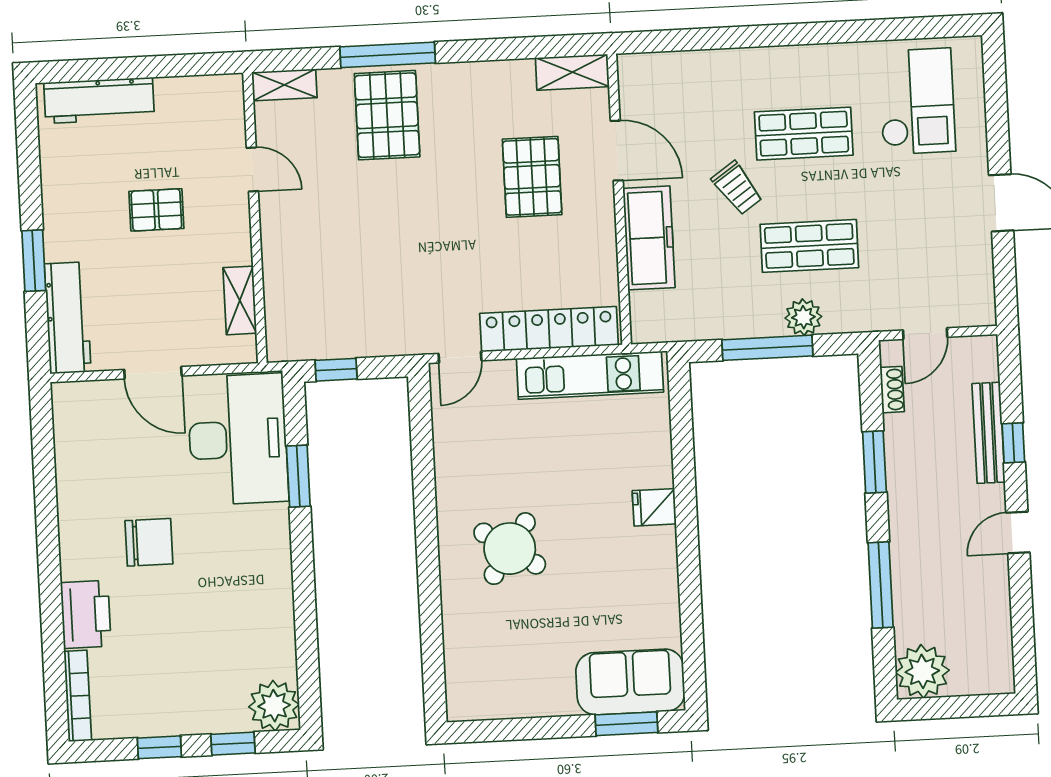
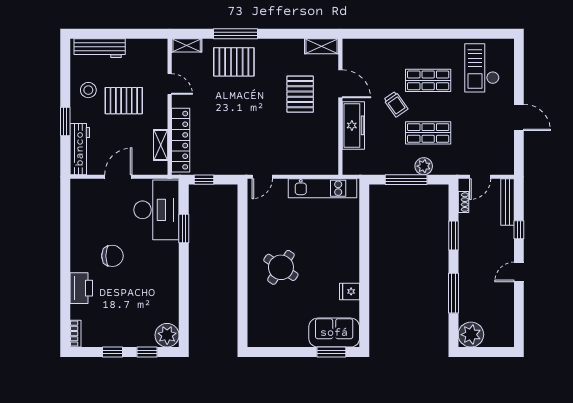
checkout: (917, 101) -> (482, 68), turned 180
pallet: (387, 115) -> (234, 62), turned 90
stool: (80, 191) -> (88, 90), added
pallet: (156, 210) -> (124, 101), width x1.50, depth x1.42
locker: (549, 329) -> (181, 140), moved, turned 90
door: (153, 373) -> (118, 177), swing flipped
bench: (988, 433) -> (507, 202), moved
fridge: (654, 507) -> (349, 291), moved
bookcase: (78, 696) -> (76, 334), width x0.64

